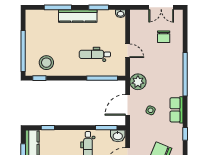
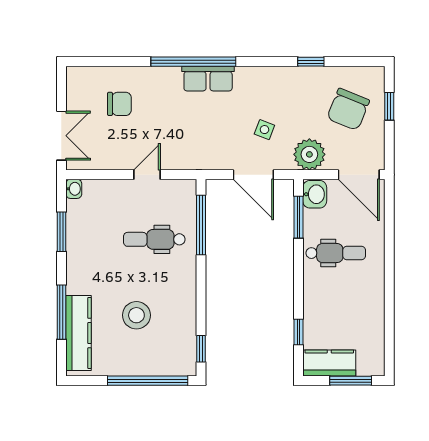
double door: (161, 7) -> (61, 136), moved
kitchen counter: (78, 16) -> (78, 333), moved
dental chair: (95, 54) -> (154, 239), turned 90
stool: (46, 63) -> (136, 315), moved
plant: (138, 82) -> (309, 154), moved
row of seats: (176, 110) -> (208, 79), moved

